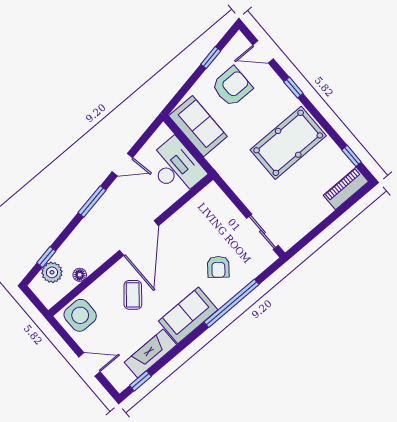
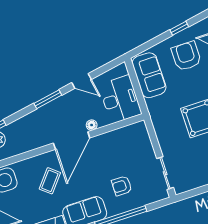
armchair: (232, 87) -> (186, 56), turned -90
armchair: (218, 267) -> (122, 186), turned 51
floor lamp: (80, 275) -> (92, 125), moved

